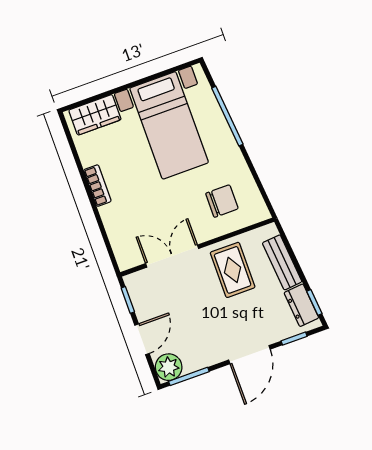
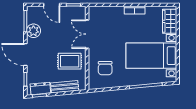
double door: (172, 256) -> (87, 34), swing flipped
plant: (169, 367) -> (33, 31), moved

